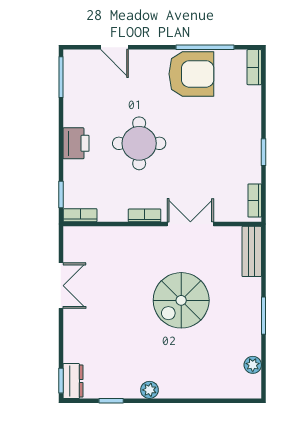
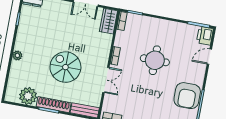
printer: (76, 143) -> (205, 36), moved, turned 90
wardrobe: (85, 239) -> (109, 21), added
shoe rack: (252, 309) -> (54, 105), added
plant: (253, 365) -> (28, 96), width x1.87, depth x1.87
plant: (149, 390) -> (17, 56), moved

